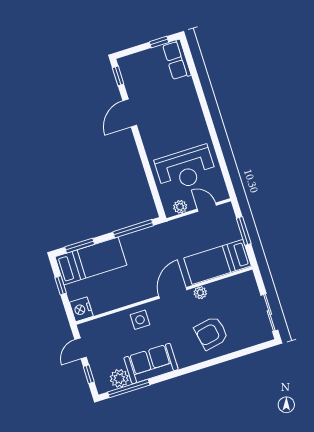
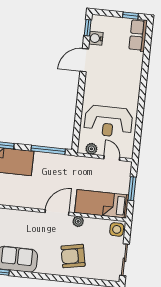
water cooler: (132, 83) -> (96, 38), added
side table: (140, 320) -> (117, 229), moved

